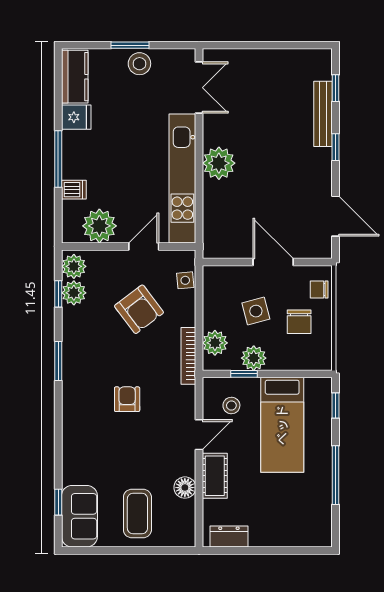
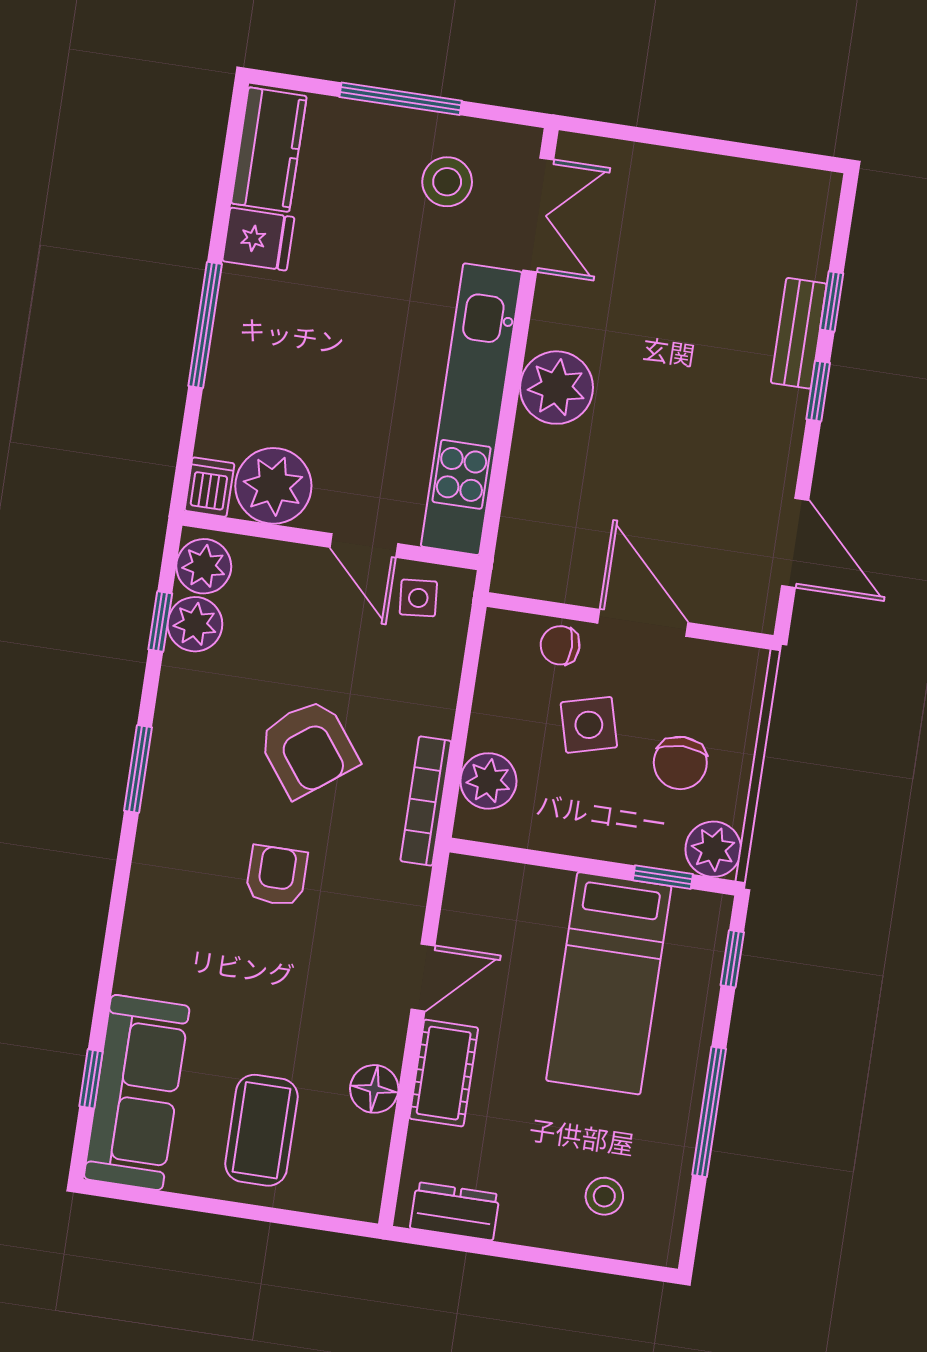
window: (130, 45) -> (401, 99), width x1.44
stool: (139, 64) -> (447, 182), moved
window: (335, 88) -> (832, 301), moved
bench: (323, 114) -> (799, 333), width x0.73
dishwasher: (74, 190) -> (209, 487), moved, turned -90
door: (144, 246) -> (364, 546), swing flipped
side table: (185, 280) -> (418, 598), moved
chair: (319, 289) -> (560, 645), moved
armchair: (139, 309) -> (308, 748), moved
plant: (254, 358) -> (713, 849), moved
window: (244, 374) -> (663, 877), moved
stool: (231, 406) -> (604, 1196), moved
sofa: (79, 516) -> (137, 1092), width x1.36

